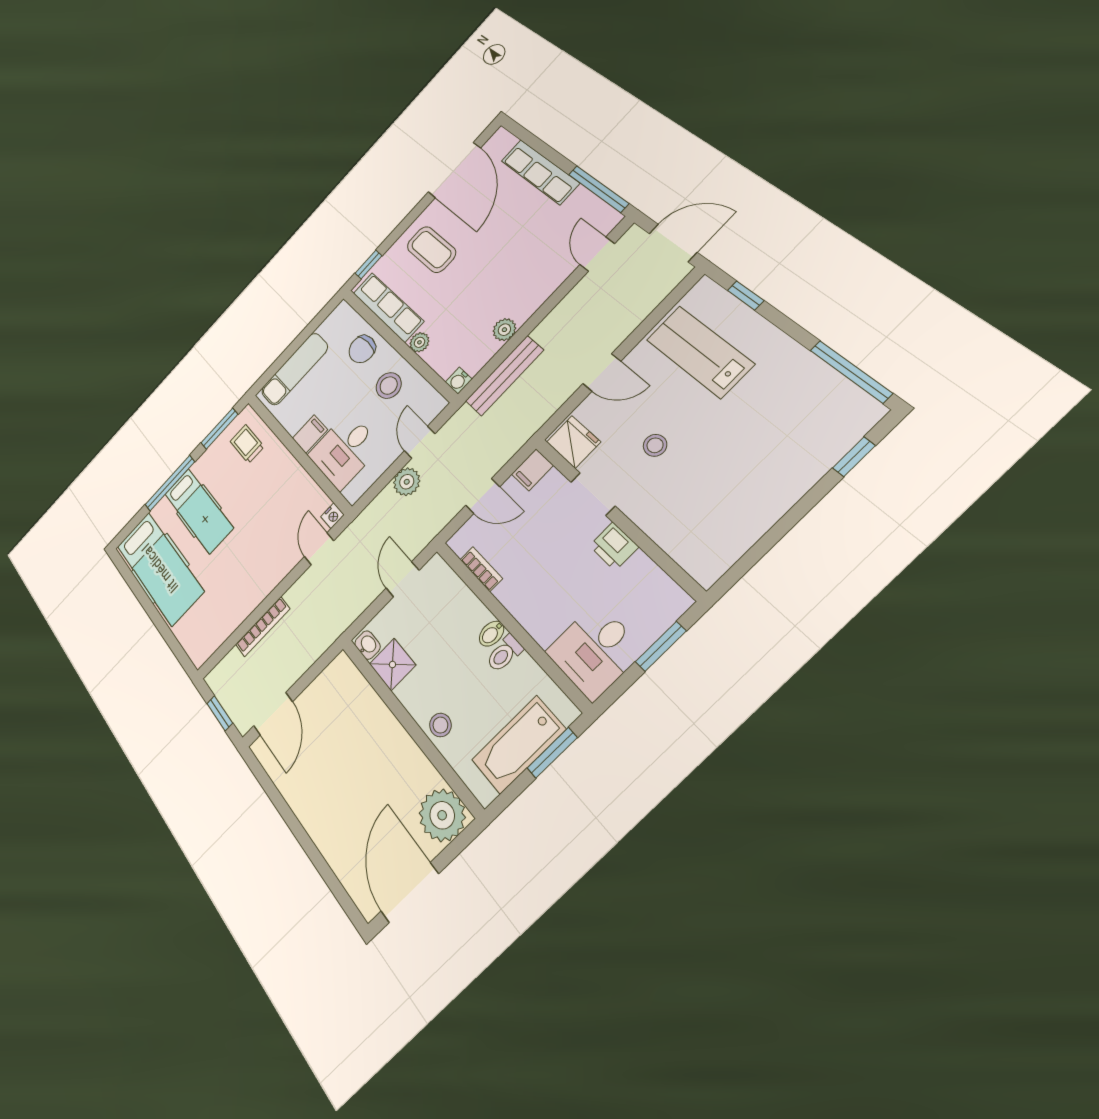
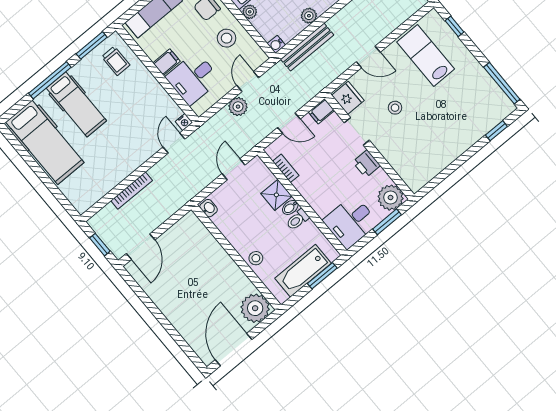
trolley: (247, 444) -> (116, 61), turned 180
plant: (663, 601) -> (391, 198), added
shower: (392, 664) -> (276, 195), moved

